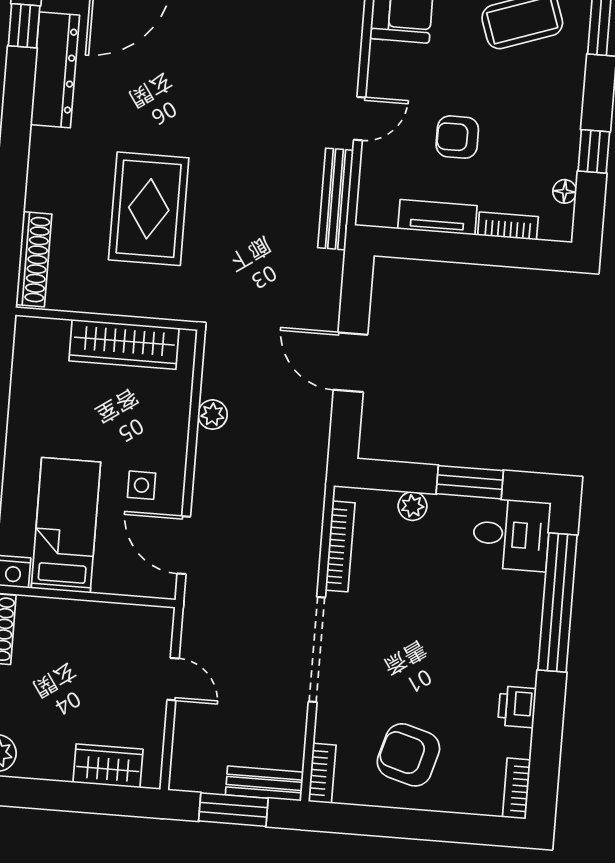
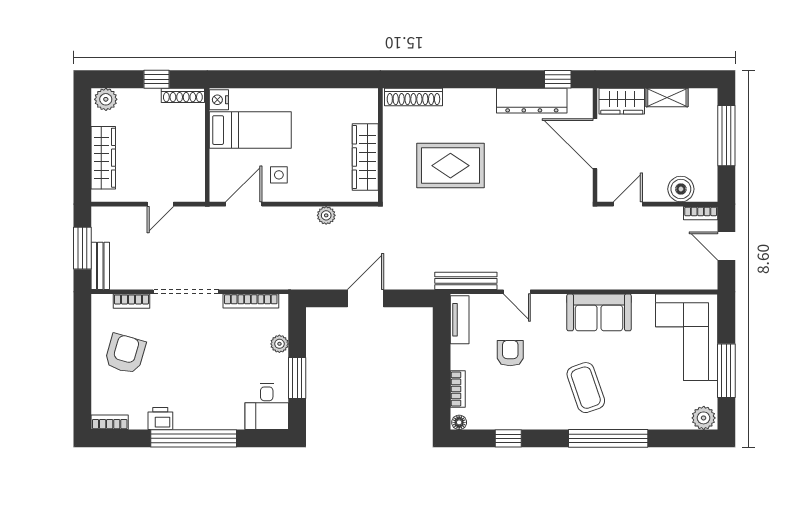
floor lamp: (565, 191) -> (459, 422), moved
tv unit: (437, 217) -> (460, 320), moved
window: (558, 602) -> (194, 438), moved
wardrobe: (108, 766) -> (103, 158), width x1.50
bookcase: (322, 773) -> (132, 301), moved

